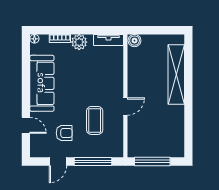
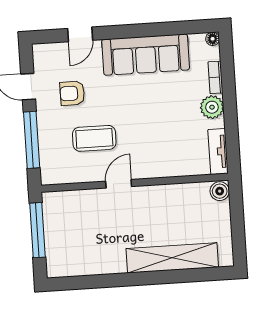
door: (125, 106) -> (119, 184), swing flipped
armchair: (64, 133) -> (72, 93), turned 90

